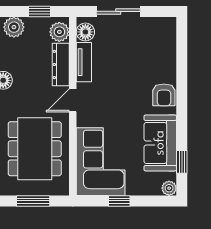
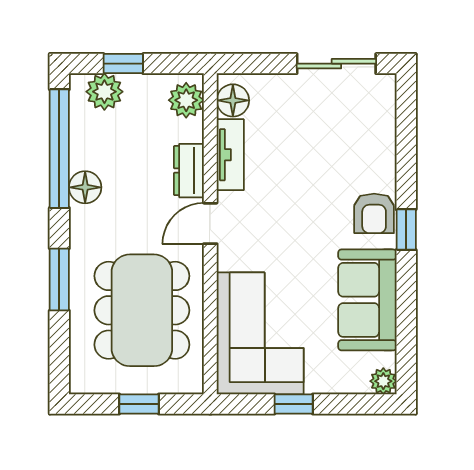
window: (40, 11) -> (123, 64), moved
sliding door: (118, 11) -> (336, 64), moved
dresser: (61, 64) -> (189, 171), width x0.70
window: (182, 162) -> (406, 230), moved
window: (33, 201) -> (139, 404), width x0.67

